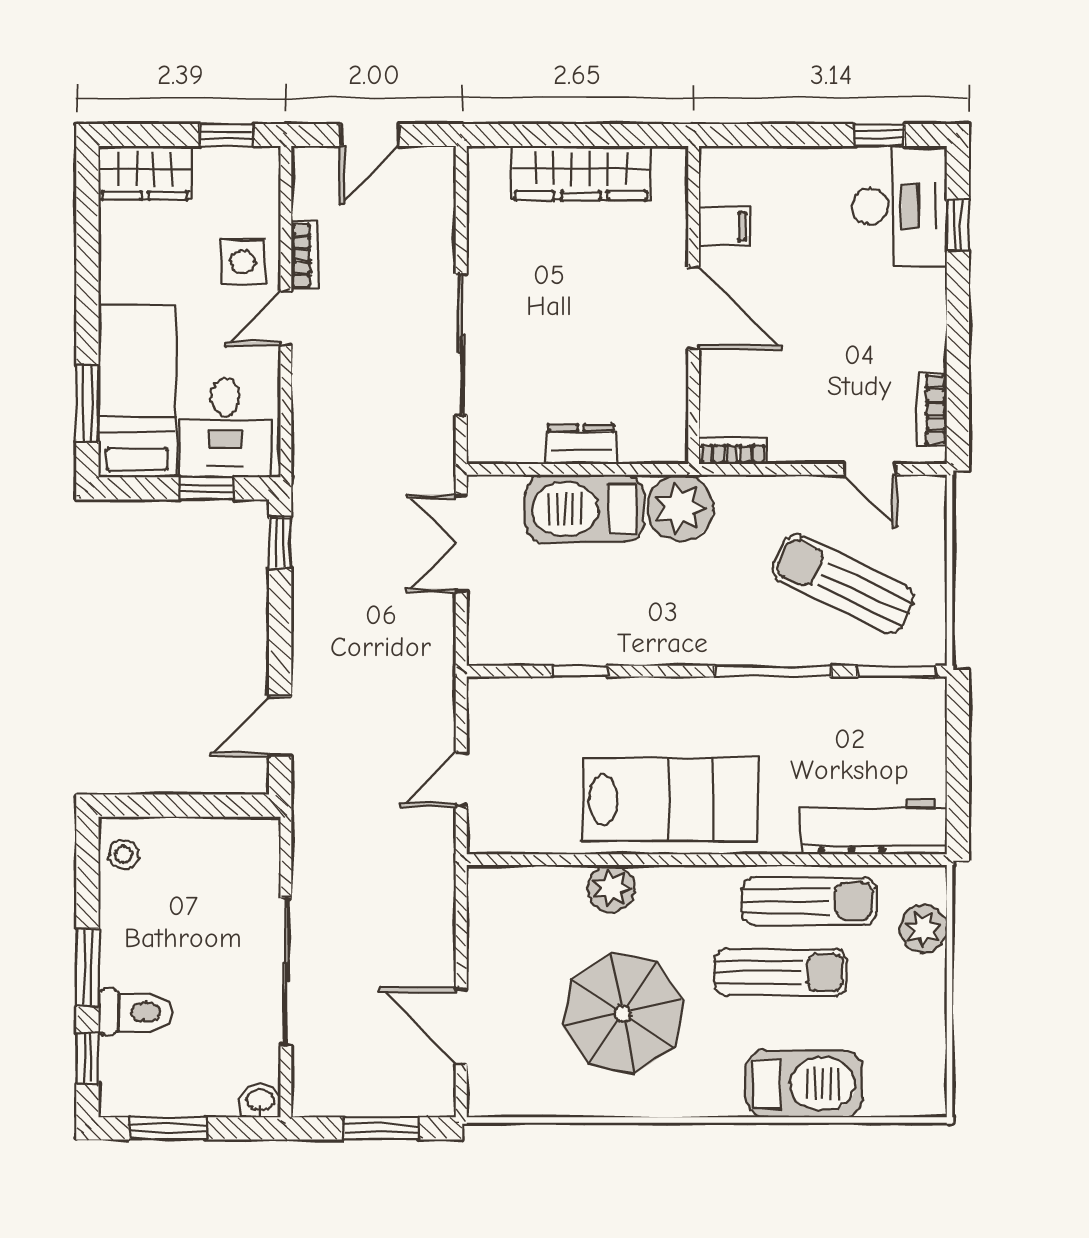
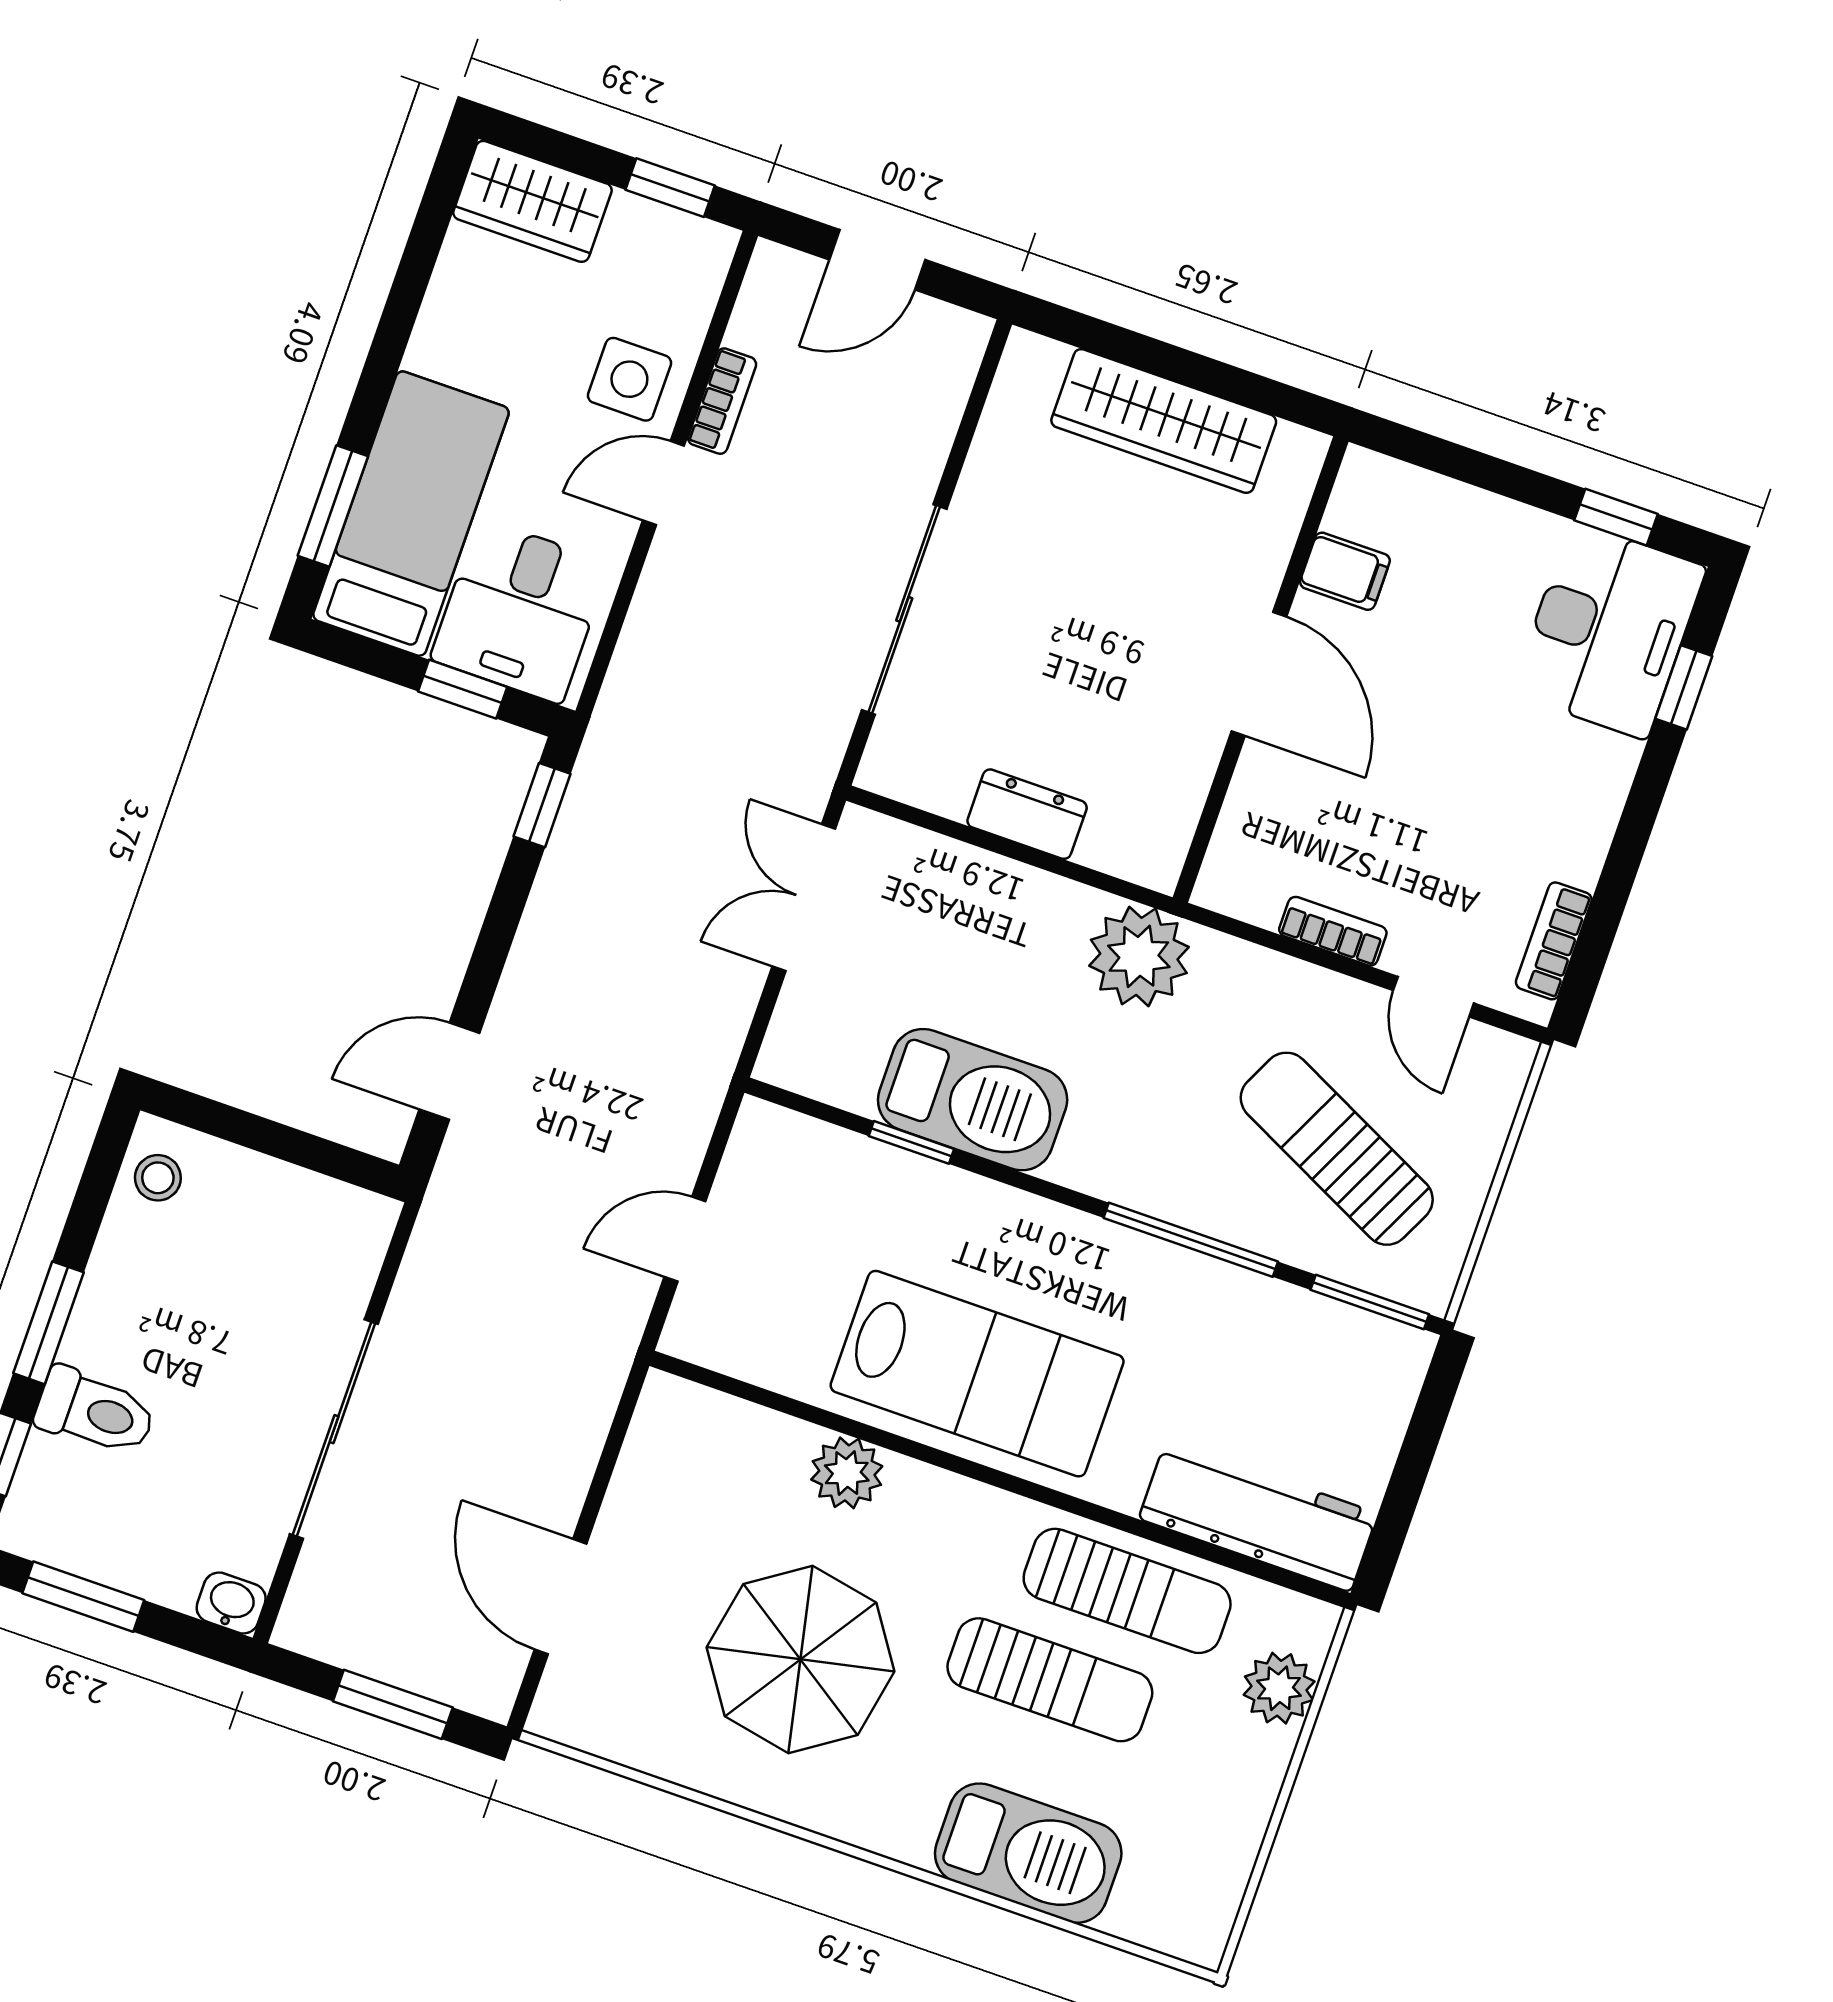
bookcase: (733, 451) -> (1333, 931), moved
barbecue: (584, 509) -> (973, 1100), moved, turned 180

